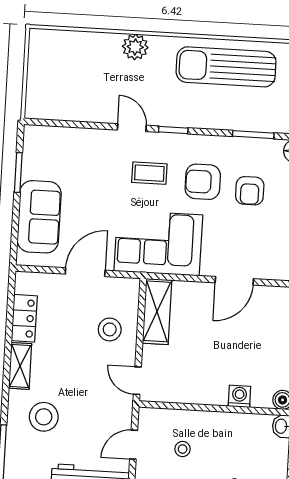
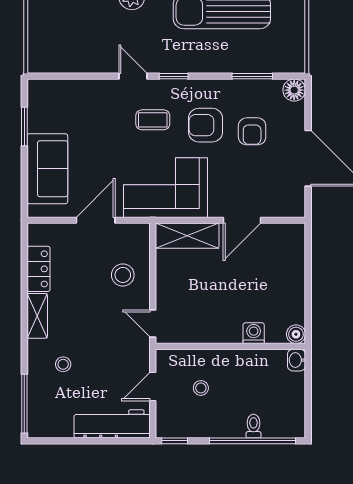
shelving: (157, 311) -> (187, 236), moved, turned 90
stool: (44, 417) -> (63, 364), width x0.53, depth x0.53

